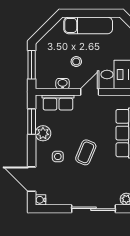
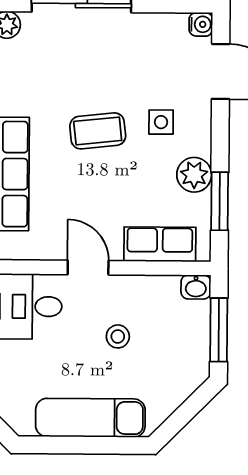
washbasin: (63, 84) -> (196, 287), moved
door: (90, 92) -> (88, 268), swing flipped
coffee table: (86, 152) -> (98, 131), turned 61

